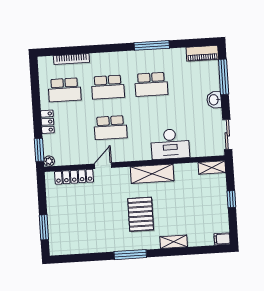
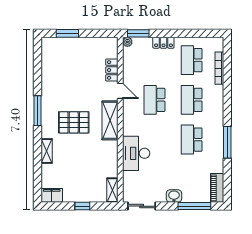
shelving: (152, 174) -> (110, 120), moved
locker: (74, 177) -> (112, 70), width x0.66
filing cabinet: (222, 239) -> (52, 195), width x2.00

